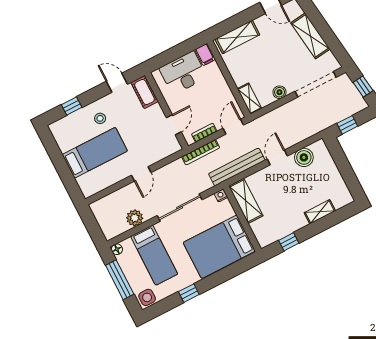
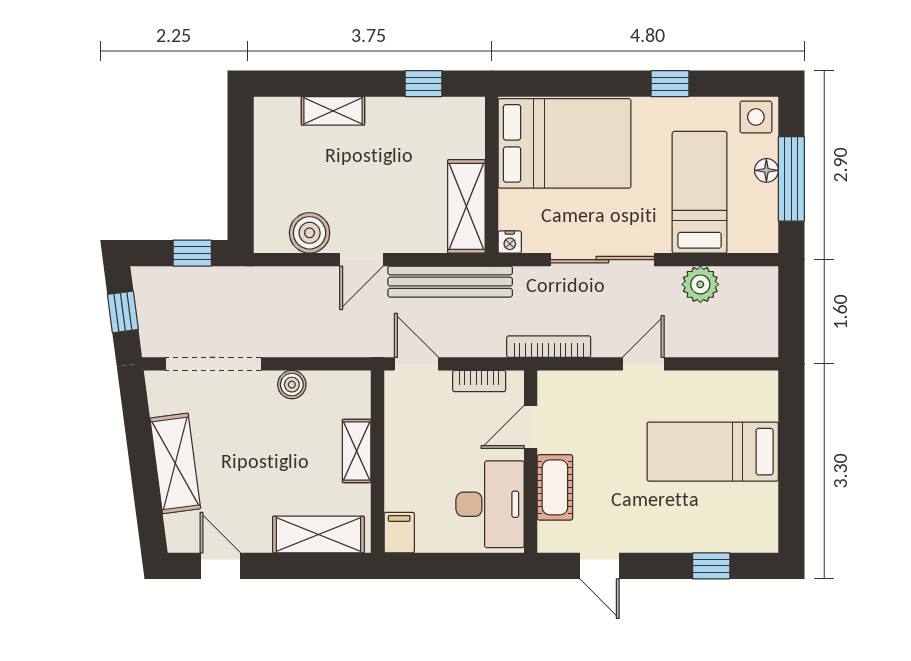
desk: (183, 73) -> (490, 504), moved, turned -90
cot: (144, 92) -> (555, 487), moved
shelving: (250, 99) -> (357, 451), moved
stool: (100, 118) -> (668, 513), removed
door: (233, 127) -> (417, 364), swing flipped
bookcase: (201, 152) -> (549, 347), moved
floor lamp: (117, 249) -> (766, 170), moved

